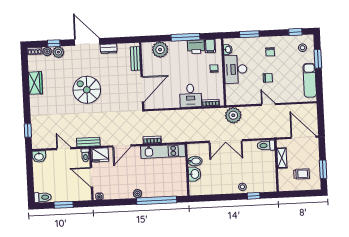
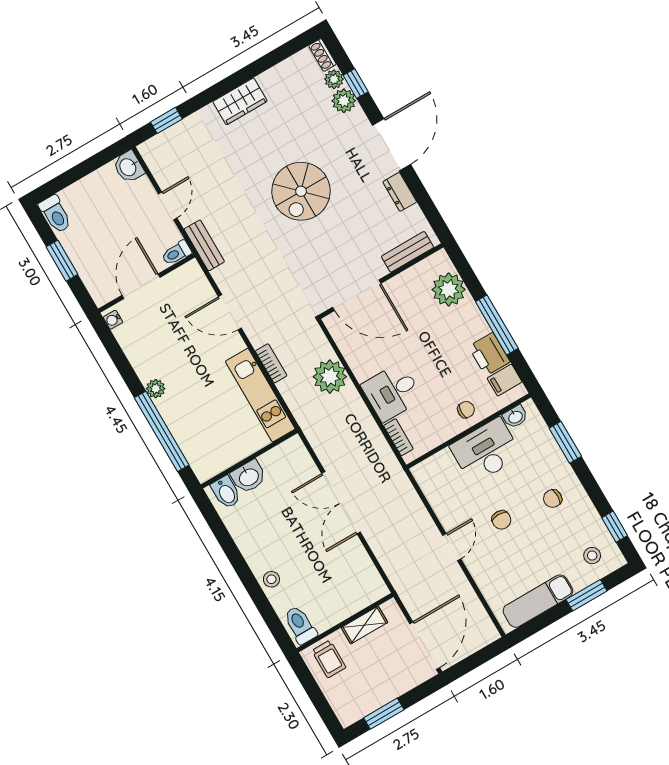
wardrobe: (35, 83) -> (240, 101), moved
spiral stairs: (87, 90) -> (301, 191), turned 180
plant: (233, 115) -> (330, 377), moved
toilet: (266, 145) -> (300, 625), moved
fridge: (100, 155) -> (192, 281), removed
bidet: (195, 161) -> (226, 492), moved
trolley: (302, 174) -> (329, 659), moved
window: (254, 196) -> (266, 609), removed

